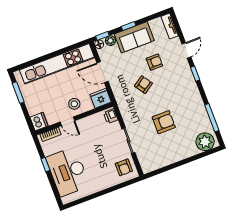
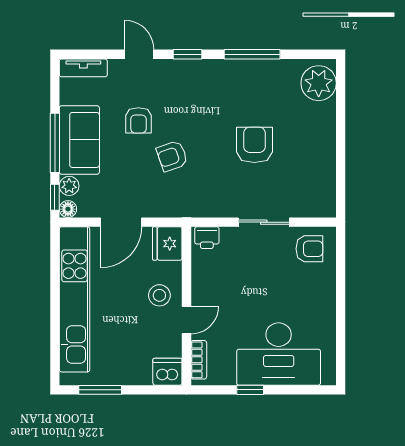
window: (129, 26) -> (55, 143), width x2.17
armchair: (154, 62) -> (138, 120), turned 180
armchair: (143, 85) -> (172, 156), turned -75
window: (212, 118) -> (252, 54), moved

